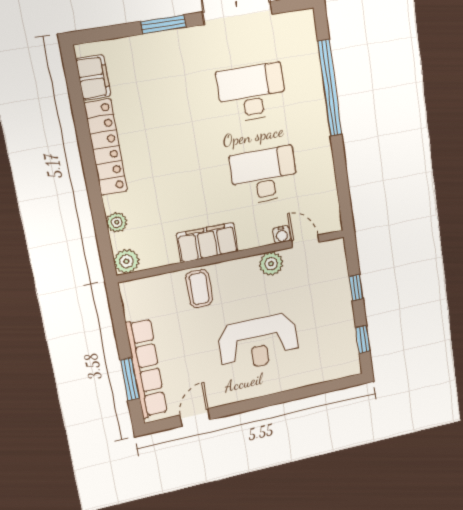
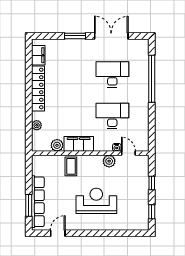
plant: (127, 261) -> (57, 145), moved
reception desk: (258, 342) -> (96, 201), turned 180

